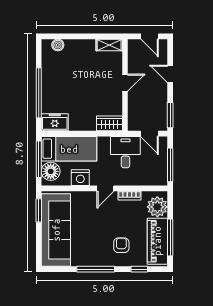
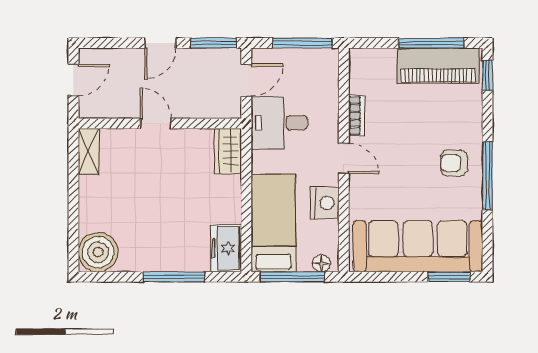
boiler: (58, 45) -> (98, 252), width x1.86, depth x1.86
door: (170, 74) -> (160, 43), moved
window: (39, 93) -> (174, 277), width x0.68
floor lamp: (51, 171) -> (321, 263), width x0.53, depth x0.53
plant: (157, 207) -> (377, 66), removed
window: (39, 210) -> (449, 277), moved
armchair: (121, 245) -> (454, 163), moved
window: (139, 269) -> (487, 75), moved

